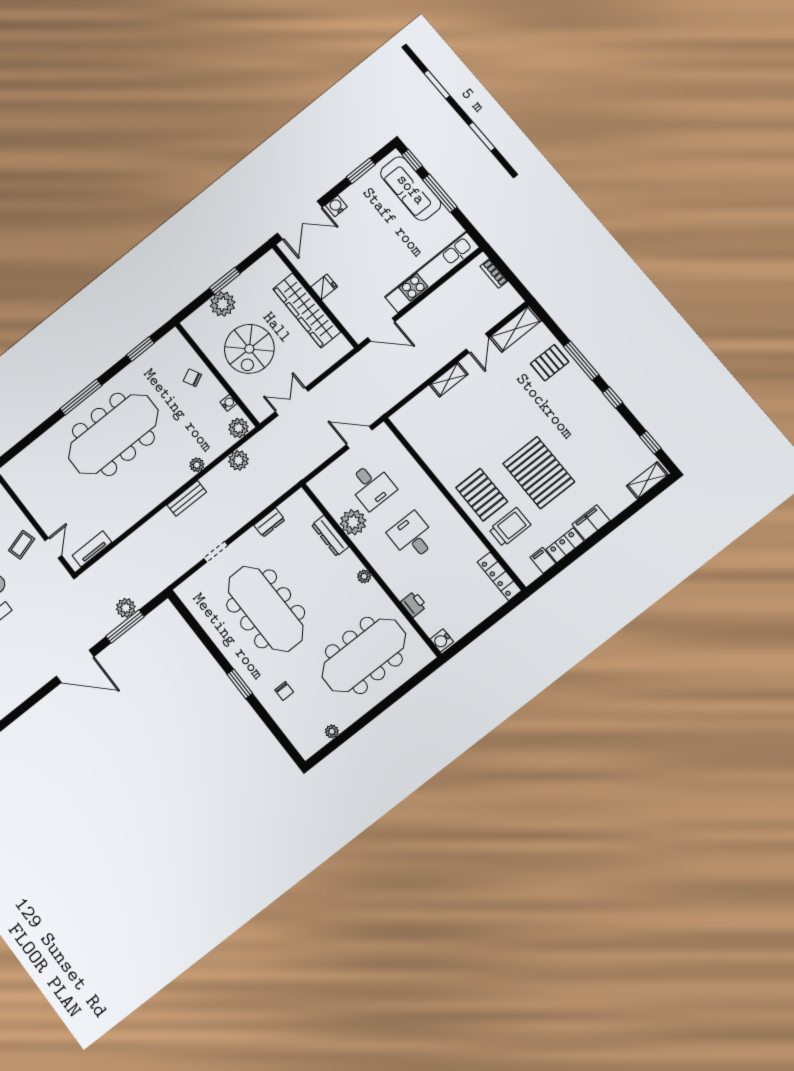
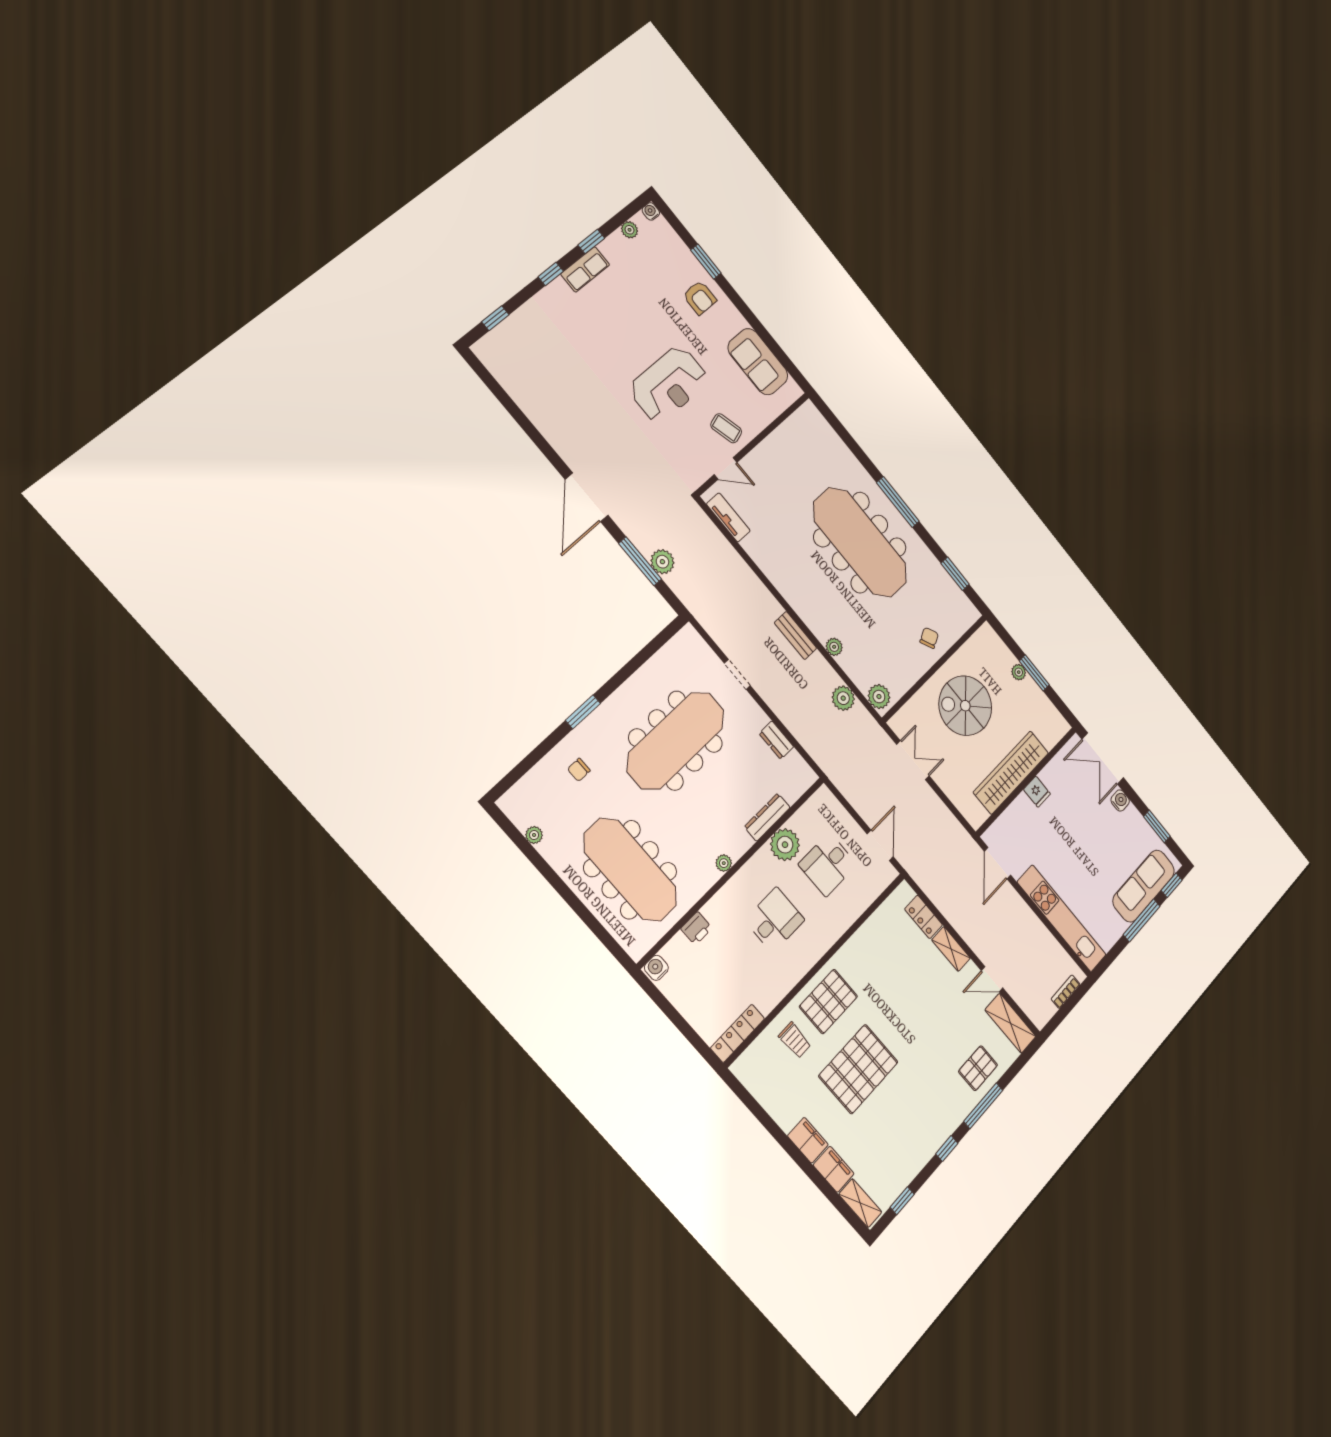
plant: (223, 304) -> (1019, 672), width x0.53, depth x0.53
pallet: (550, 363) -> (978, 1068), turned 90
water cooler: (228, 403) -> (906, 683), removed
trolley: (510, 527) -> (795, 1040), width x0.73, depth x0.72
locker: (565, 545) -> (924, 917), moved, turned 180
filing cabinet: (543, 560) -> (834, 1169), moved, width x2.00

